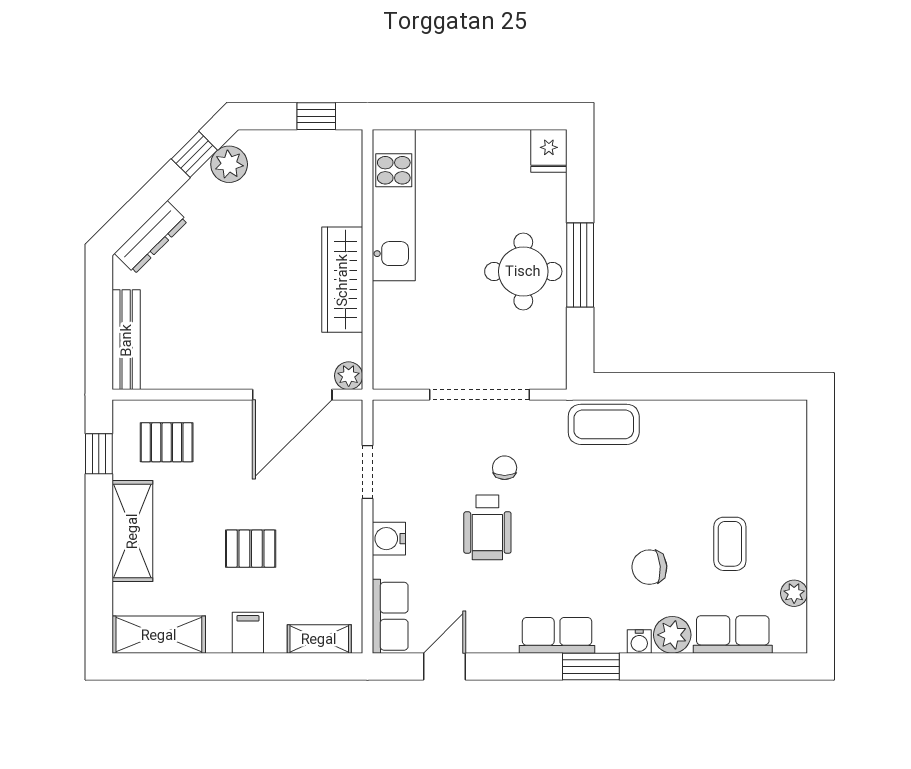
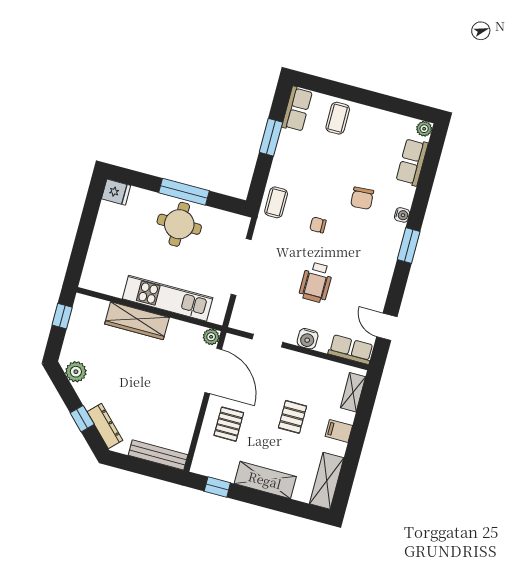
window: (194, 154) -> (82, 419), moved
kitchen unit: (394, 205) -> (168, 298), moved
wardrobe: (342, 280) -> (137, 321), moved
window: (711, 386) -> (271, 137), added
coffee table: (604, 424) -> (276, 202), width x0.73, depth x0.77
pallet: (167, 442) -> (229, 424), moved
chair: (505, 468) -> (318, 225), moved
wheelchair: (487, 527) -> (316, 282), turned 90
coffee table: (730, 544) -> (338, 118), moved, turned 90
plant: (794, 593) -> (424, 129), moved
row of seats: (557, 635) -> (297, 109), moved, turned 180
plant: (672, 635) -> (403, 196), removed

